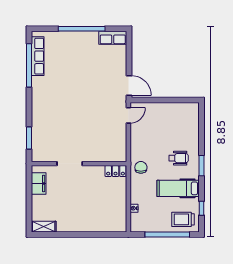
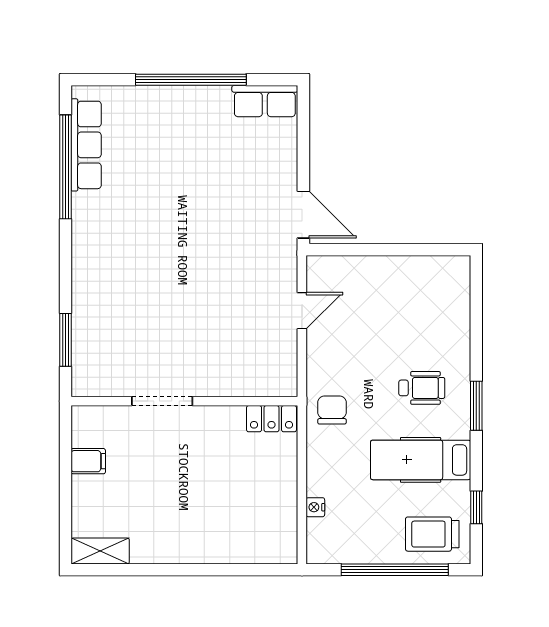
door: (128, 115) -> (302, 311), moved
filing cabinet: (39, 183) -> (88, 461), width x0.50

